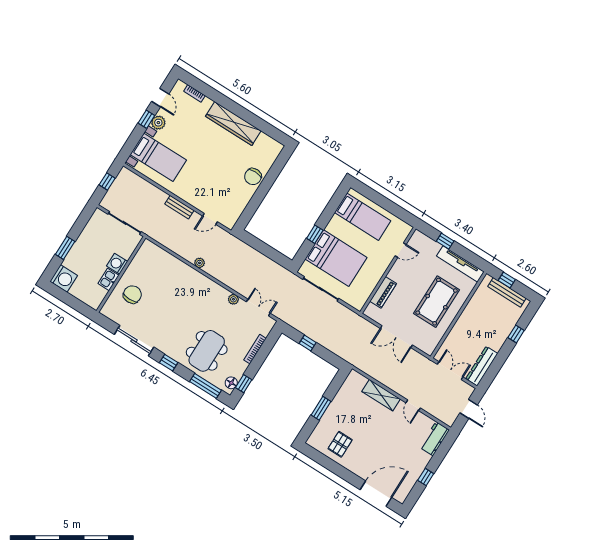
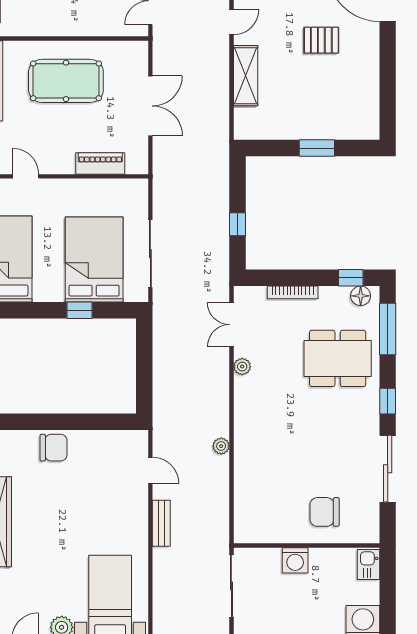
kitchen sink: (108, 279) -> (369, 564), moved, turned 90
pallet: (340, 444) -> (321, 40), moved

